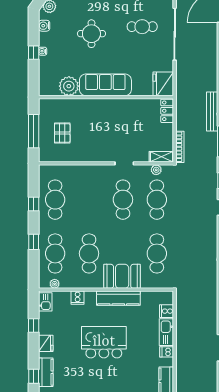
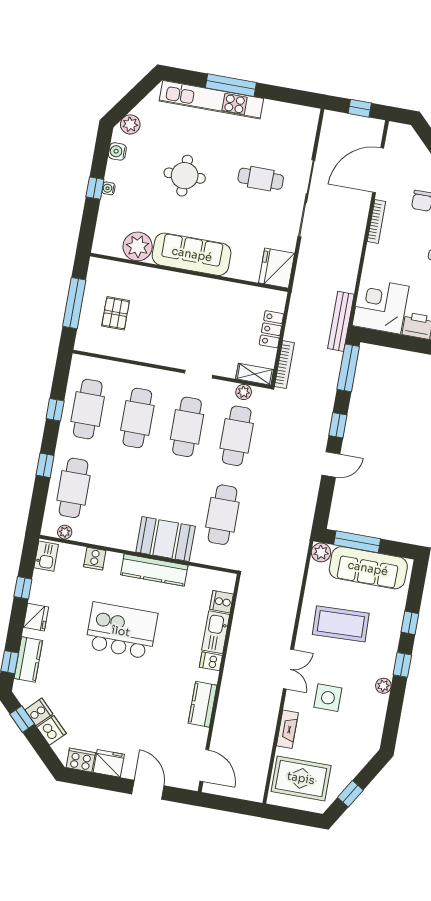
locker: (167, 111) -> (271, 329), moved
cafe table: (89, 253) -> (137, 418), moved

